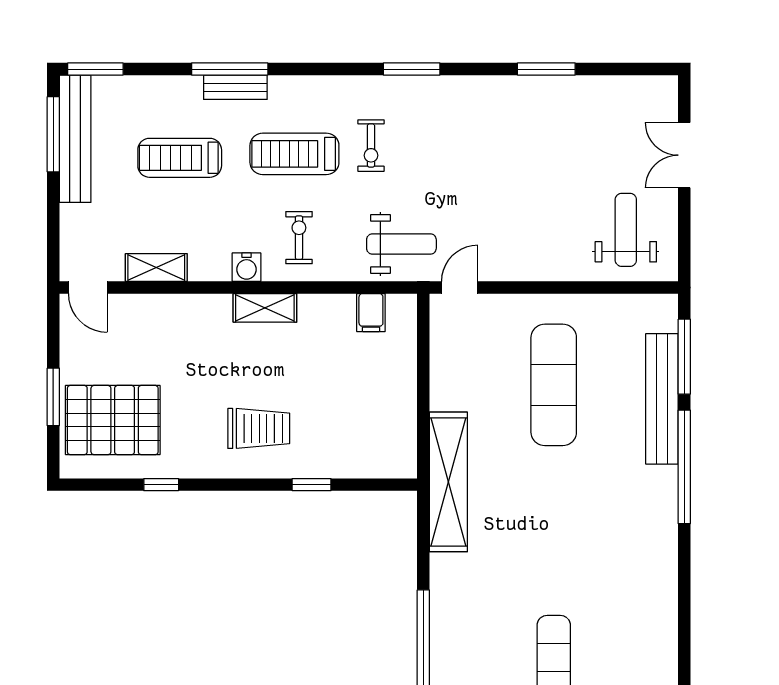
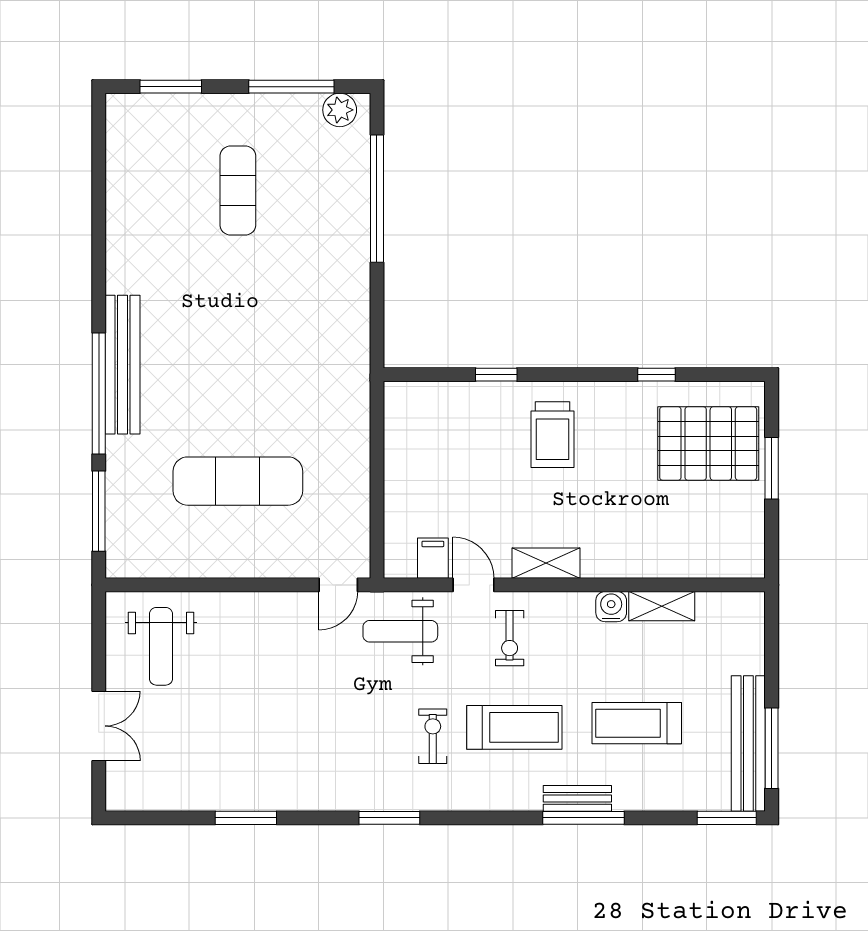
treadmill: (180, 158) -> (637, 723), turned 180
water cooler: (247, 267) -> (611, 607), moved
door: (88, 287) -> (473, 585), moved
exercise mat: (554, 385) -> (238, 481), turned 90
bench: (662, 399) -> (123, 365), moved
trolley: (259, 428) -> (553, 435), turned -90
shelving: (448, 482) -> (350, 377), removed

